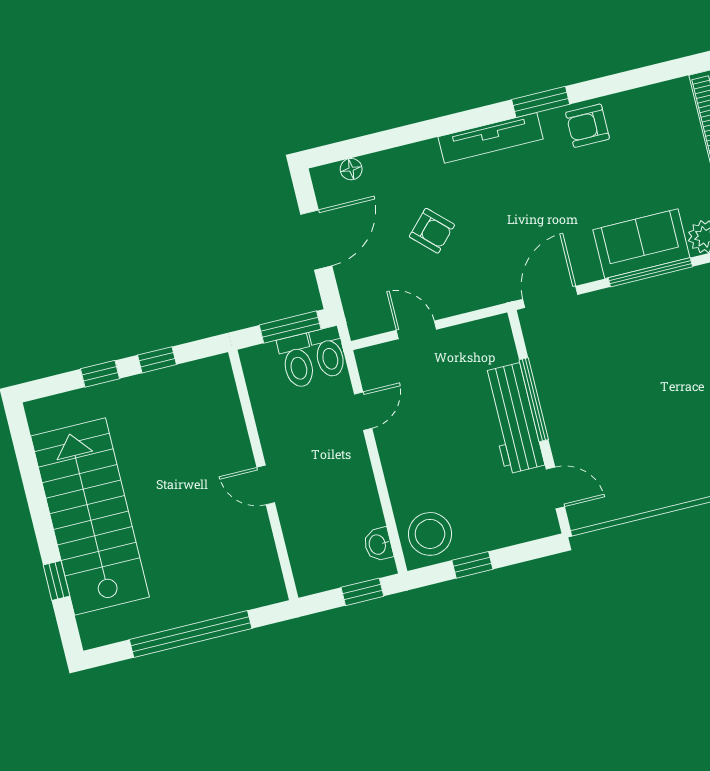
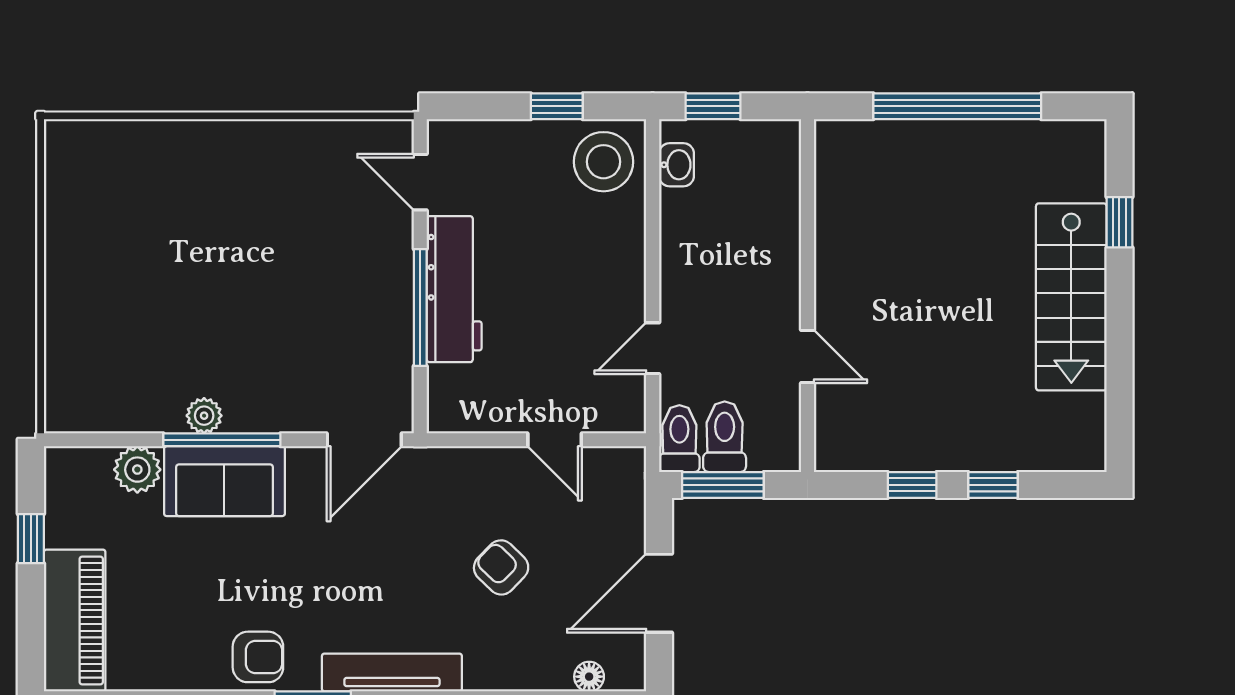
plant: (667, 286) -> (204, 416), added
door: (266, 485) -> (808, 357), moved
stairs: (90, 517) -> (1071, 297), width x0.73, depth x0.66

